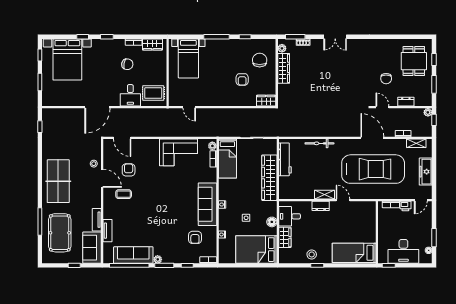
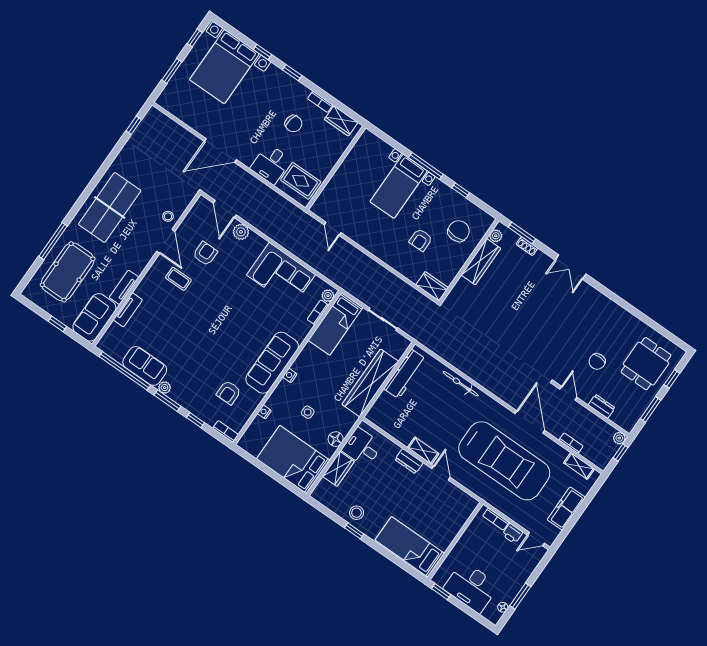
bed with nightstands: (188, 58) -> (399, 186), moved
plant: (140, 144) -> (241, 232), added
sofa: (133, 255) -> (145, 366), width x0.73

